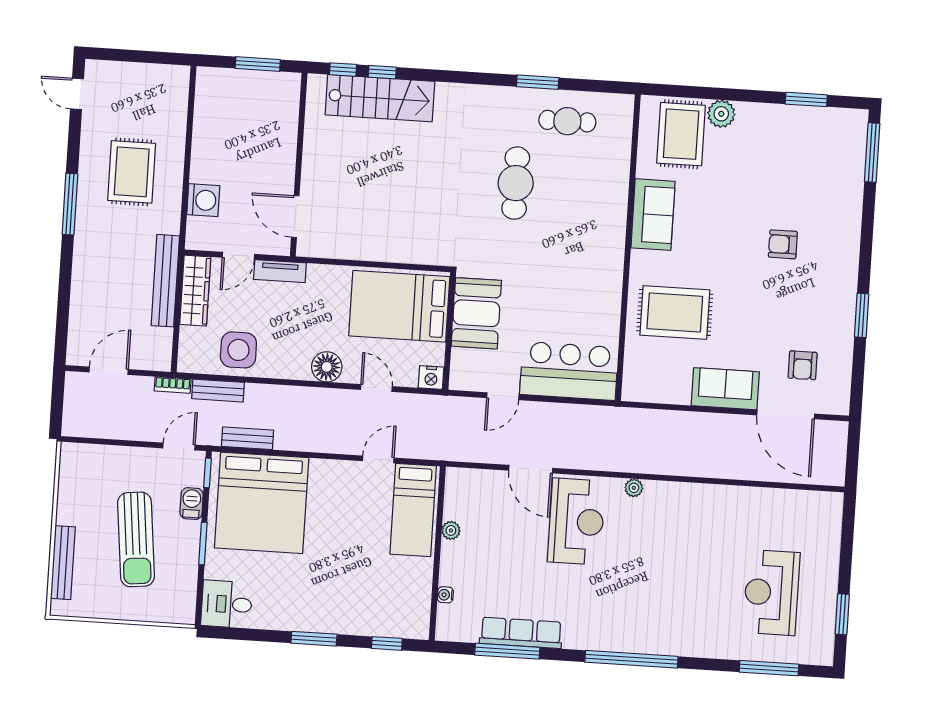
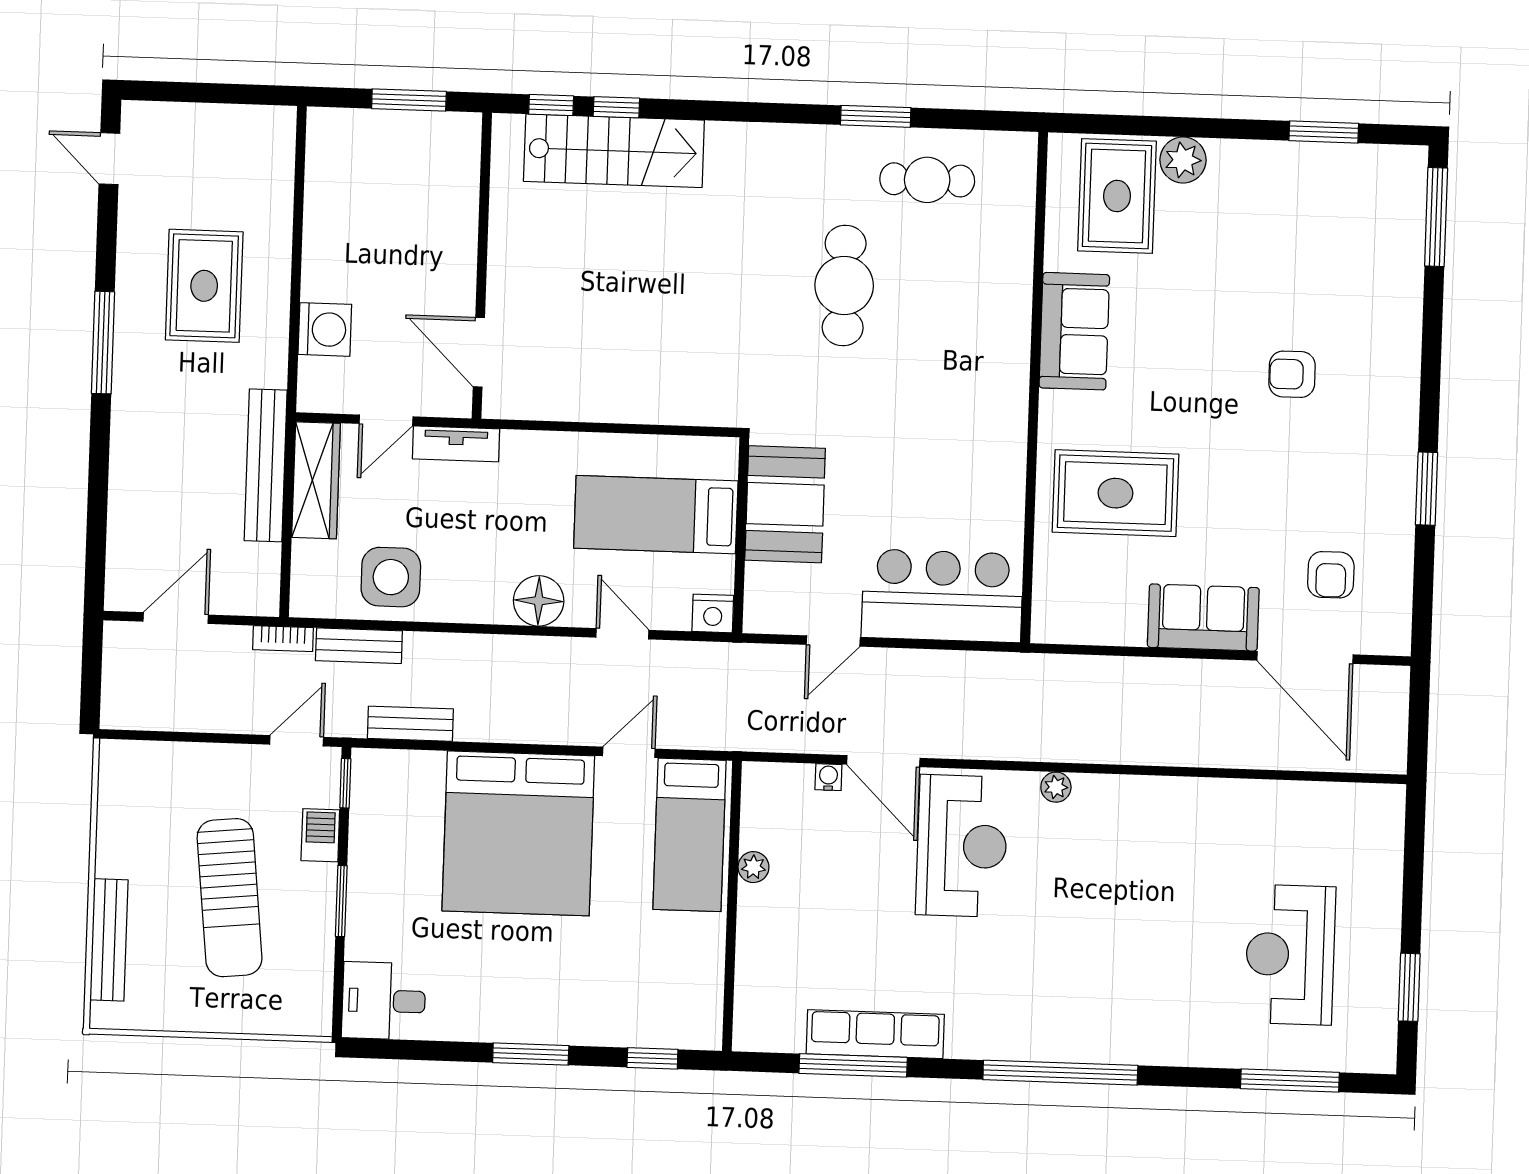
bed: (399, 306) -> (656, 515), width x0.67
bed: (262, 503) -> (518, 833), moved
water cooler: (445, 595) -> (828, 777), moved, turned 90

